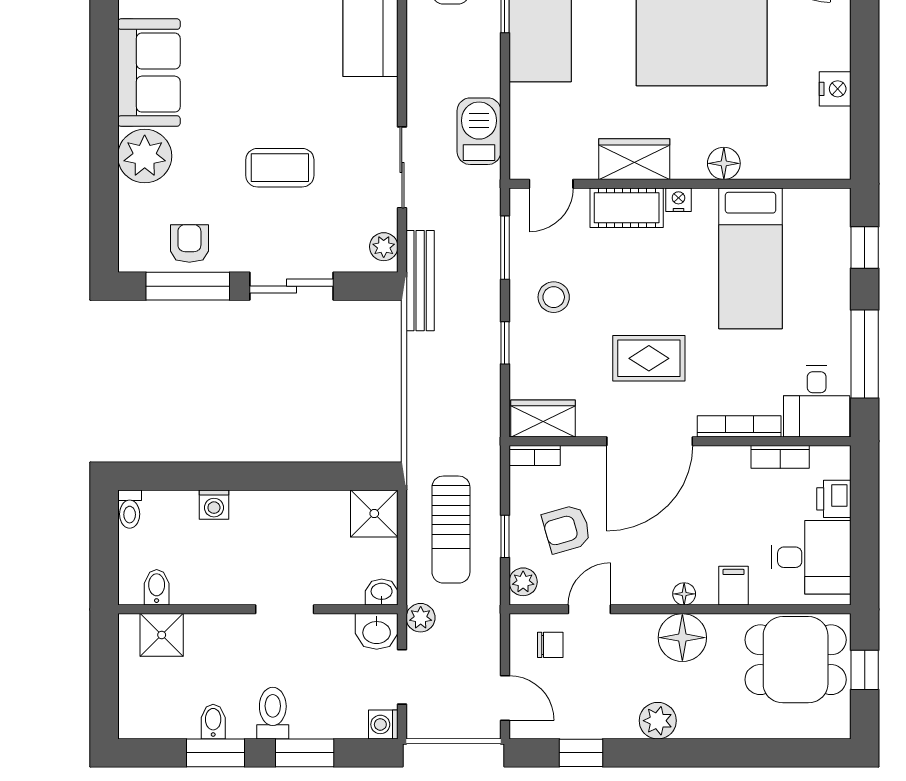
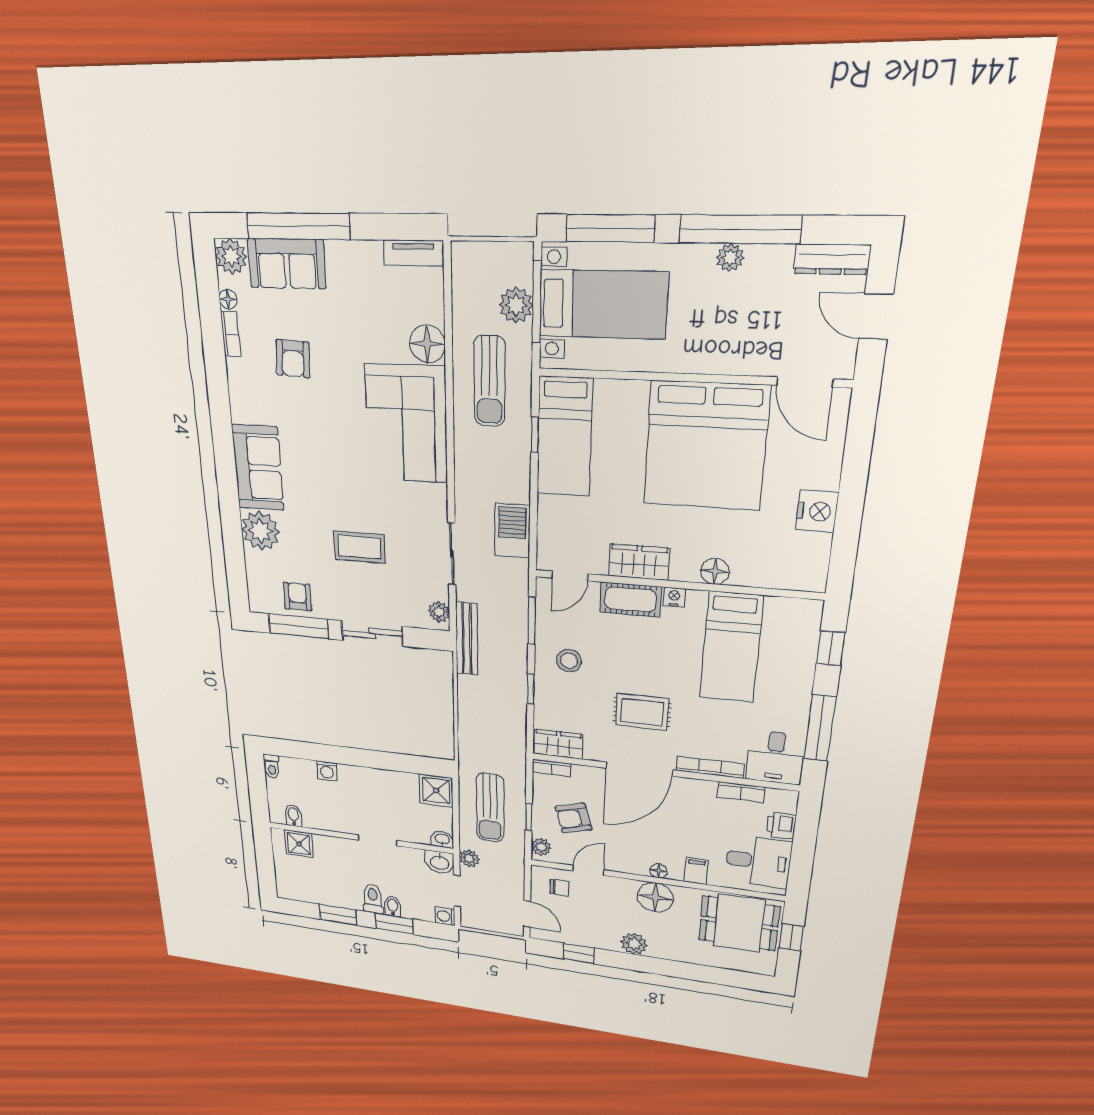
nightstand: (835, 89) -> (817, 511), width x1.36, depth x1.33
bidet: (213, 722) -> (393, 906), moved

